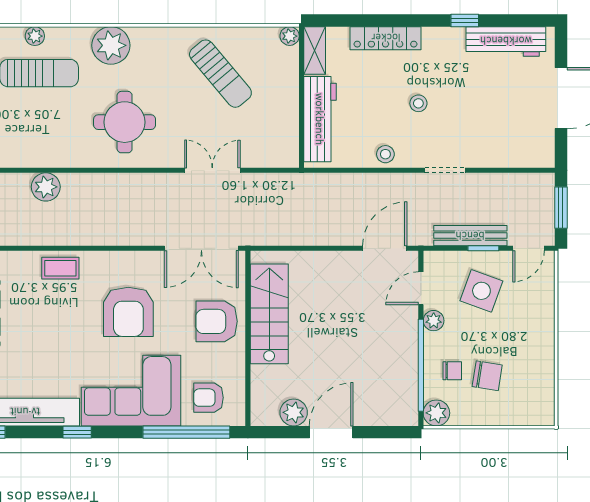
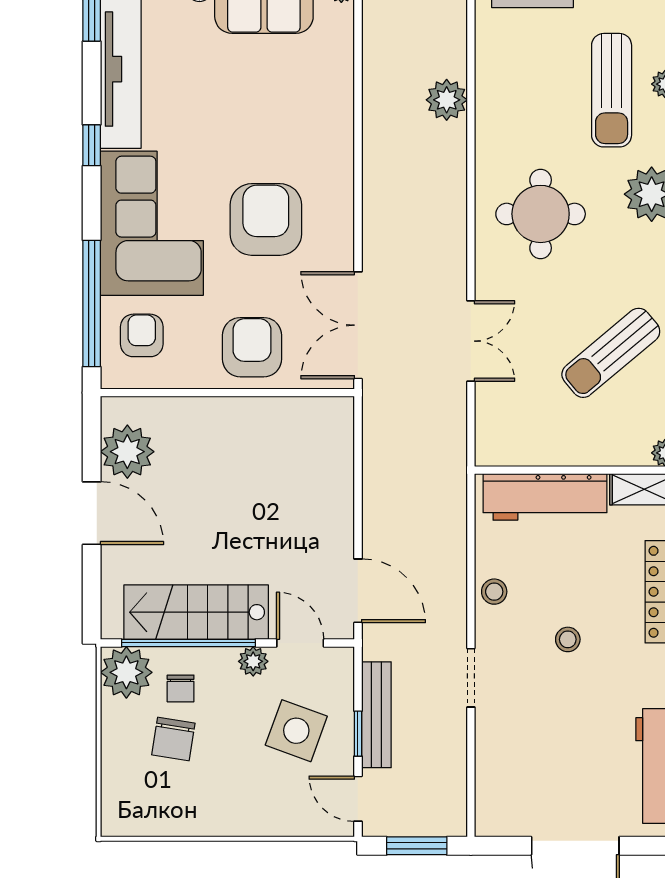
coffee table: (60, 268) -> (329, 121), removed
armchair: (128, 312) -> (266, 219), turned 90
stairs: (269, 314) -> (196, 612), moved, turned 180
plant: (294, 412) -> (127, 452), width x1.36, depth x1.36
plant: (436, 413) -> (126, 672), width x1.36, depth x1.36

